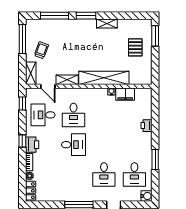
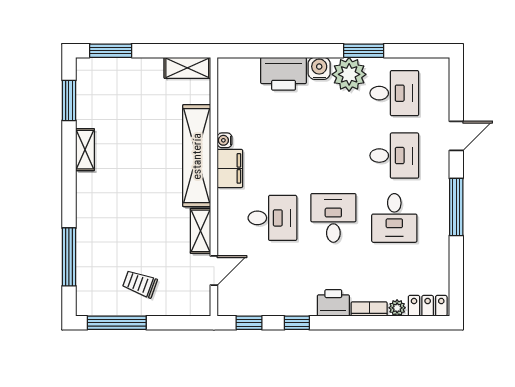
window: (86, 16) -> (69, 100), moved
pallet: (135, 47) -> (134, 92), removed
shelving: (31, 73) -> (187, 68), moved
filing cabinet: (125, 94) -> (230, 168), moved
desk: (43, 115) -> (394, 218), moved
printer: (146, 126) -> (284, 74), width x1.87, depth x1.48
window: (22, 141) -> (297, 323), moved
plant: (144, 152) -> (349, 74), added
water cooler: (147, 196) -> (319, 68), moved

